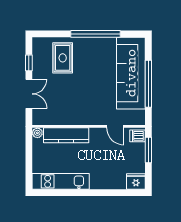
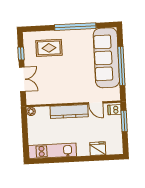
rug: (63, 58) -> (49, 48), turned 90
kitchen counter: (66, 135) -> (69, 111), moved
fridge: (136, 181) -> (98, 149), moved

